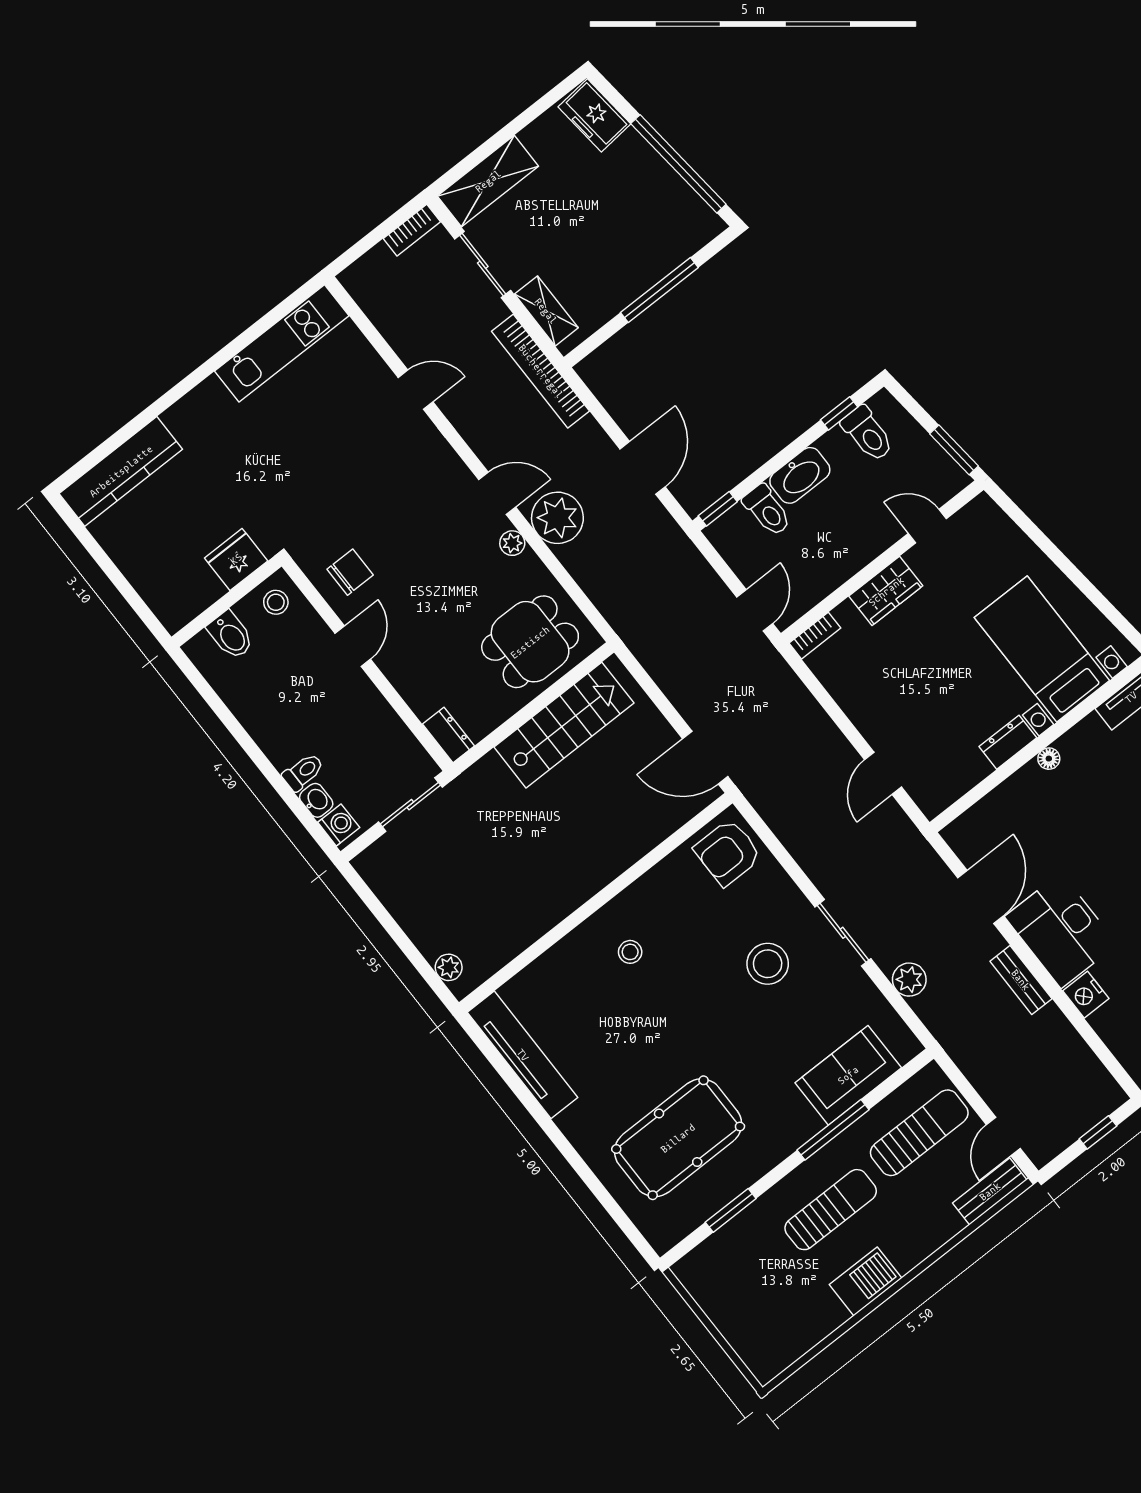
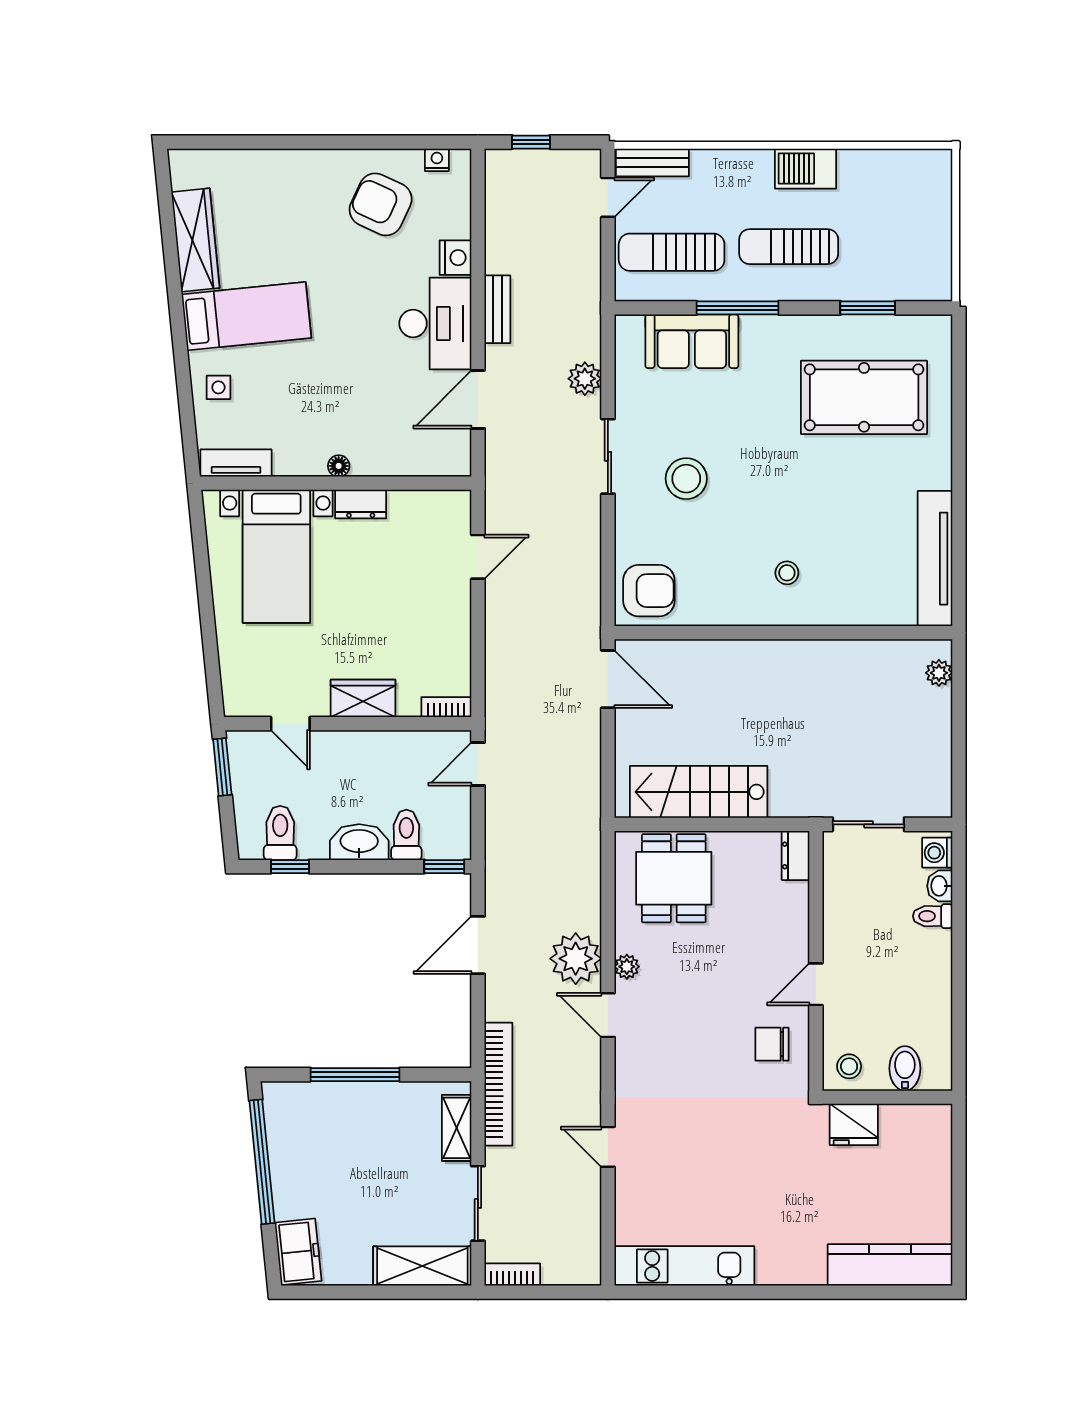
dining table: (530, 642) -> (674, 878), turned 90

